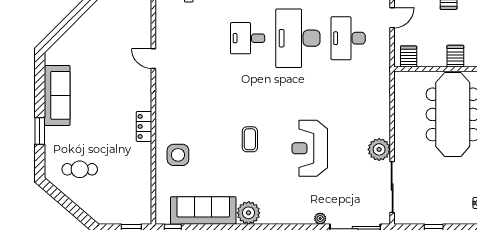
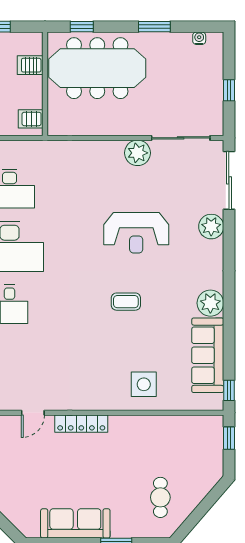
locker: (144, 126) -> (81, 424), moved, width x1.53
plant: (320, 219) -> (211, 227), width x1.88, depth x1.88

